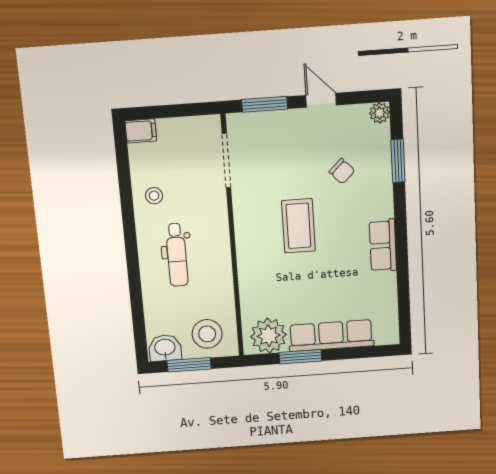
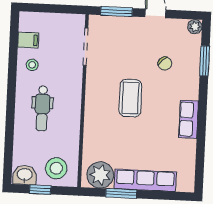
filing cabinet: (141, 131) -> (28, 40), moved
window: (189, 365) -> (40, 190), width x0.67

